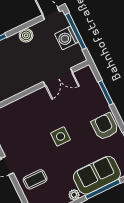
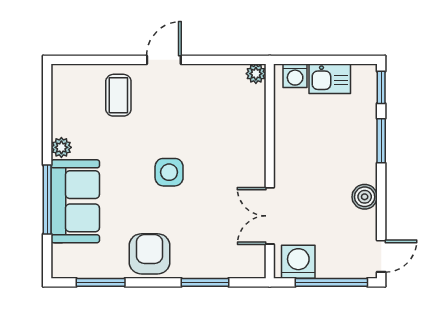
washing machine: (67, 38) -> (298, 262), moved
armchair: (105, 127) -> (150, 254), turned -90

